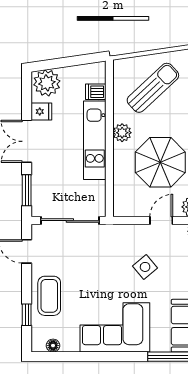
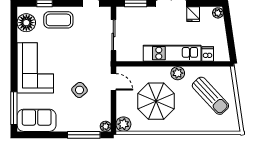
plant: (47, 83) -> (218, 13), width x0.53, depth x0.53
sliding door: (70, 221) -> (113, 35), width x0.73
door: (161, 221) -> (113, 82), moved
floor lamp: (53, 346) -> (26, 23), width x1.89, depth x1.89

